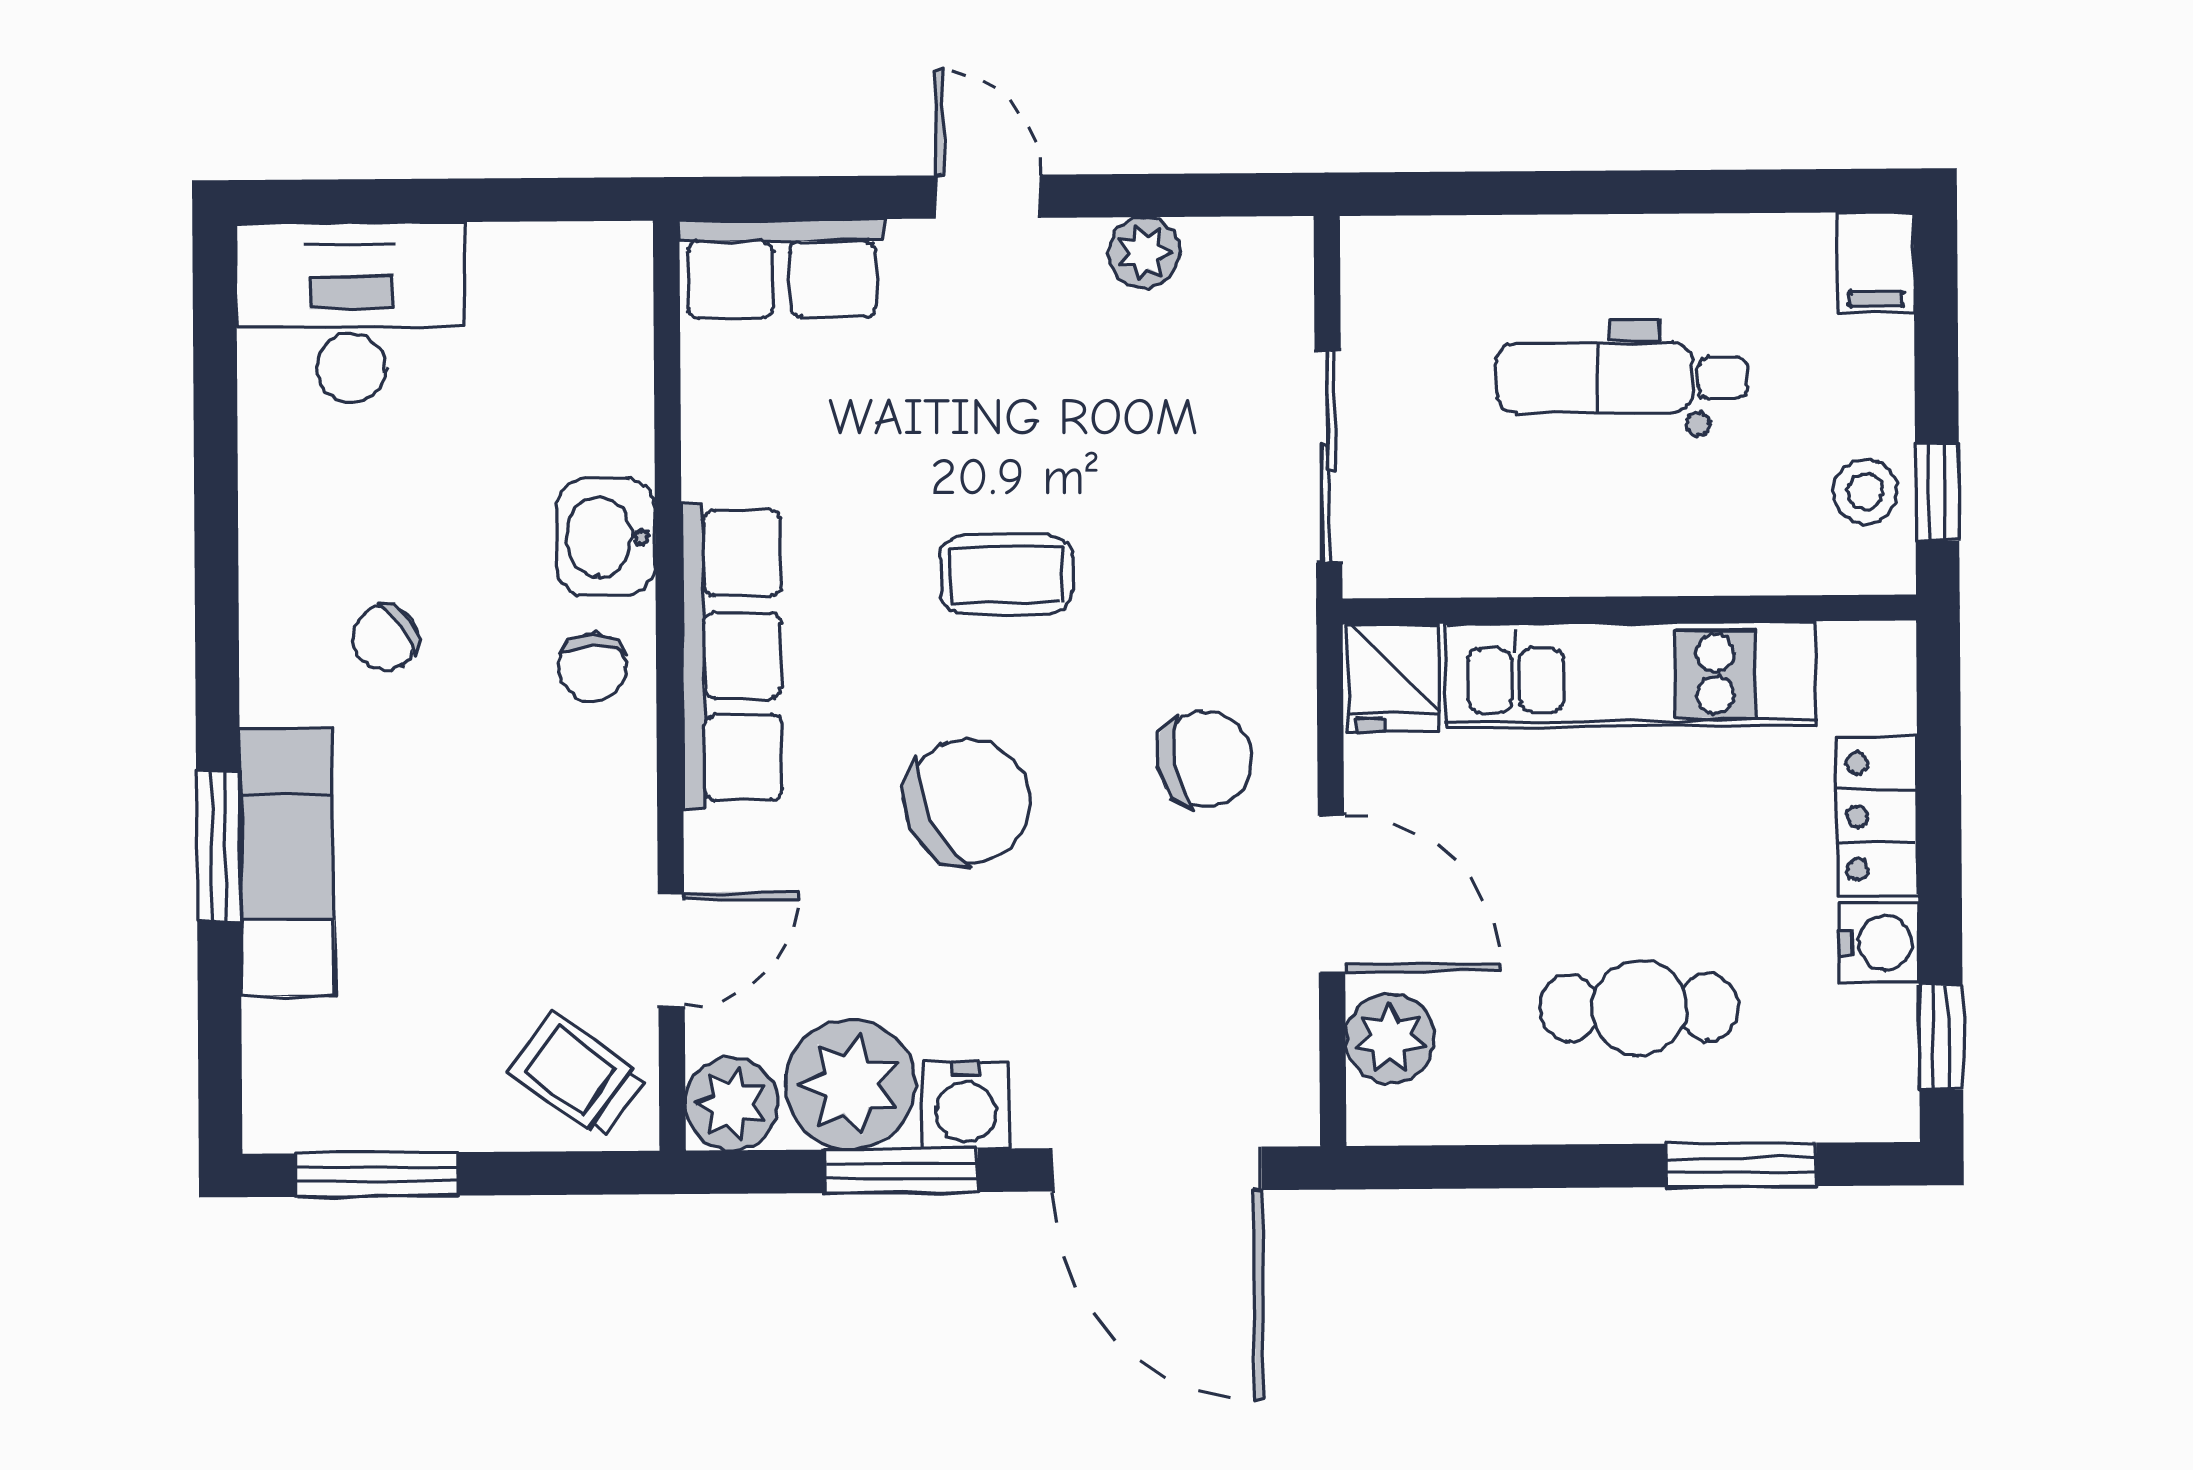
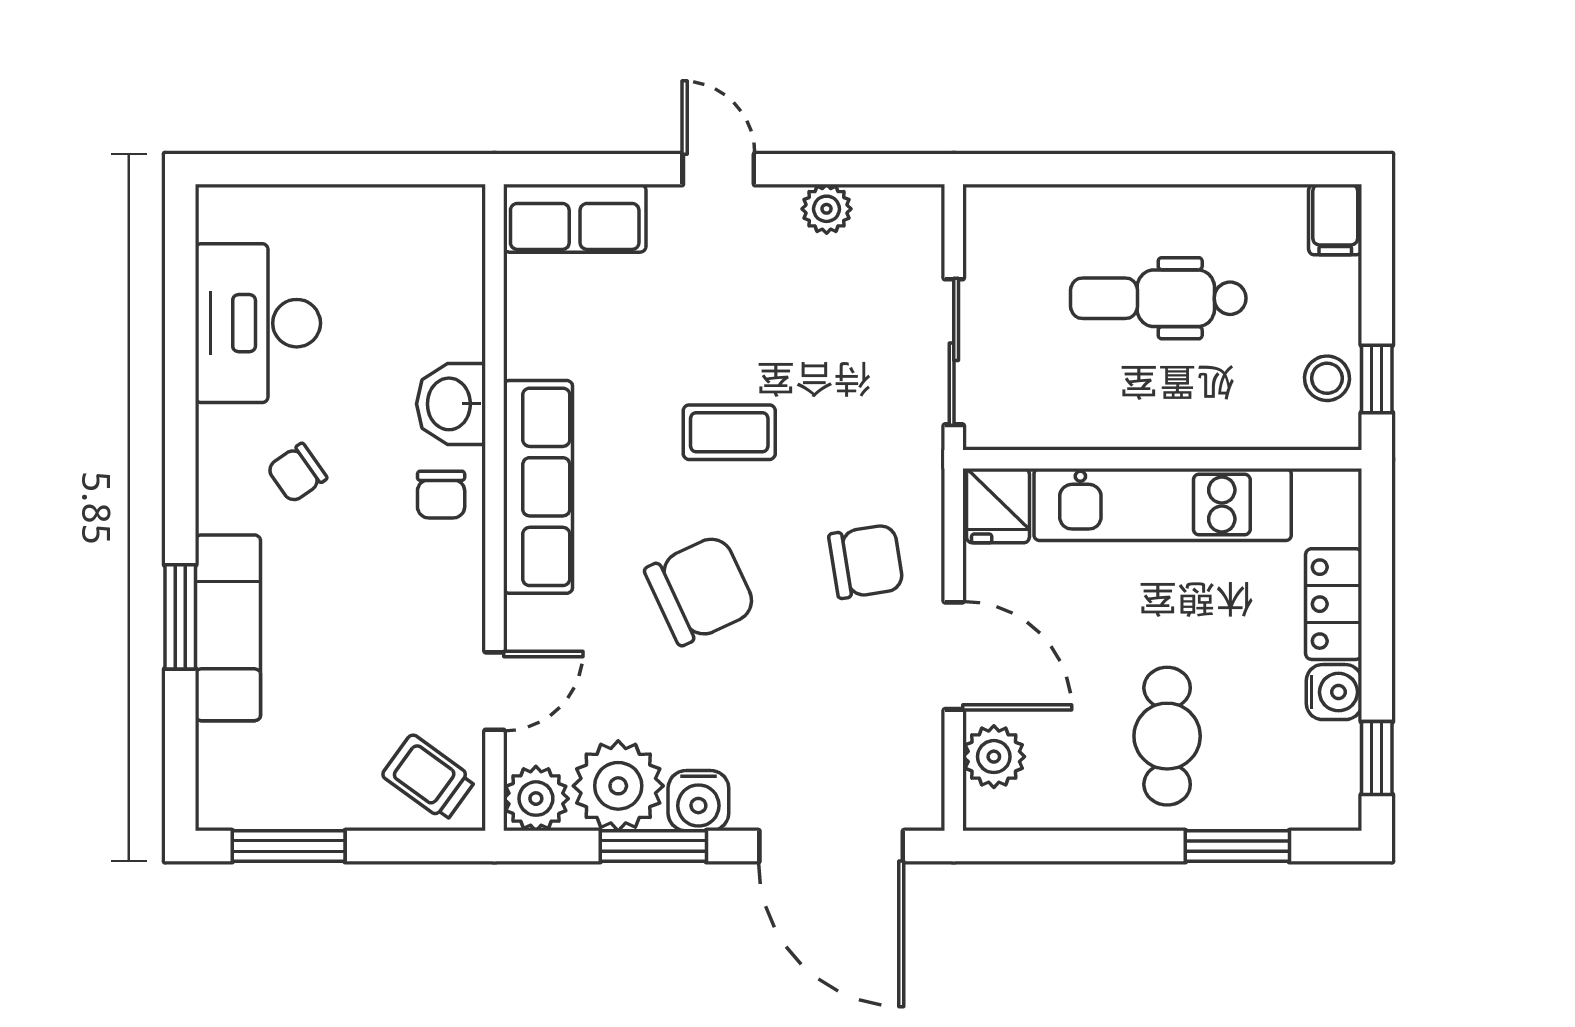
desk: (351, 313) -> (258, 323), moved, turned -90
cafe table: (1639, 1008) -> (1167, 736), turned 90

